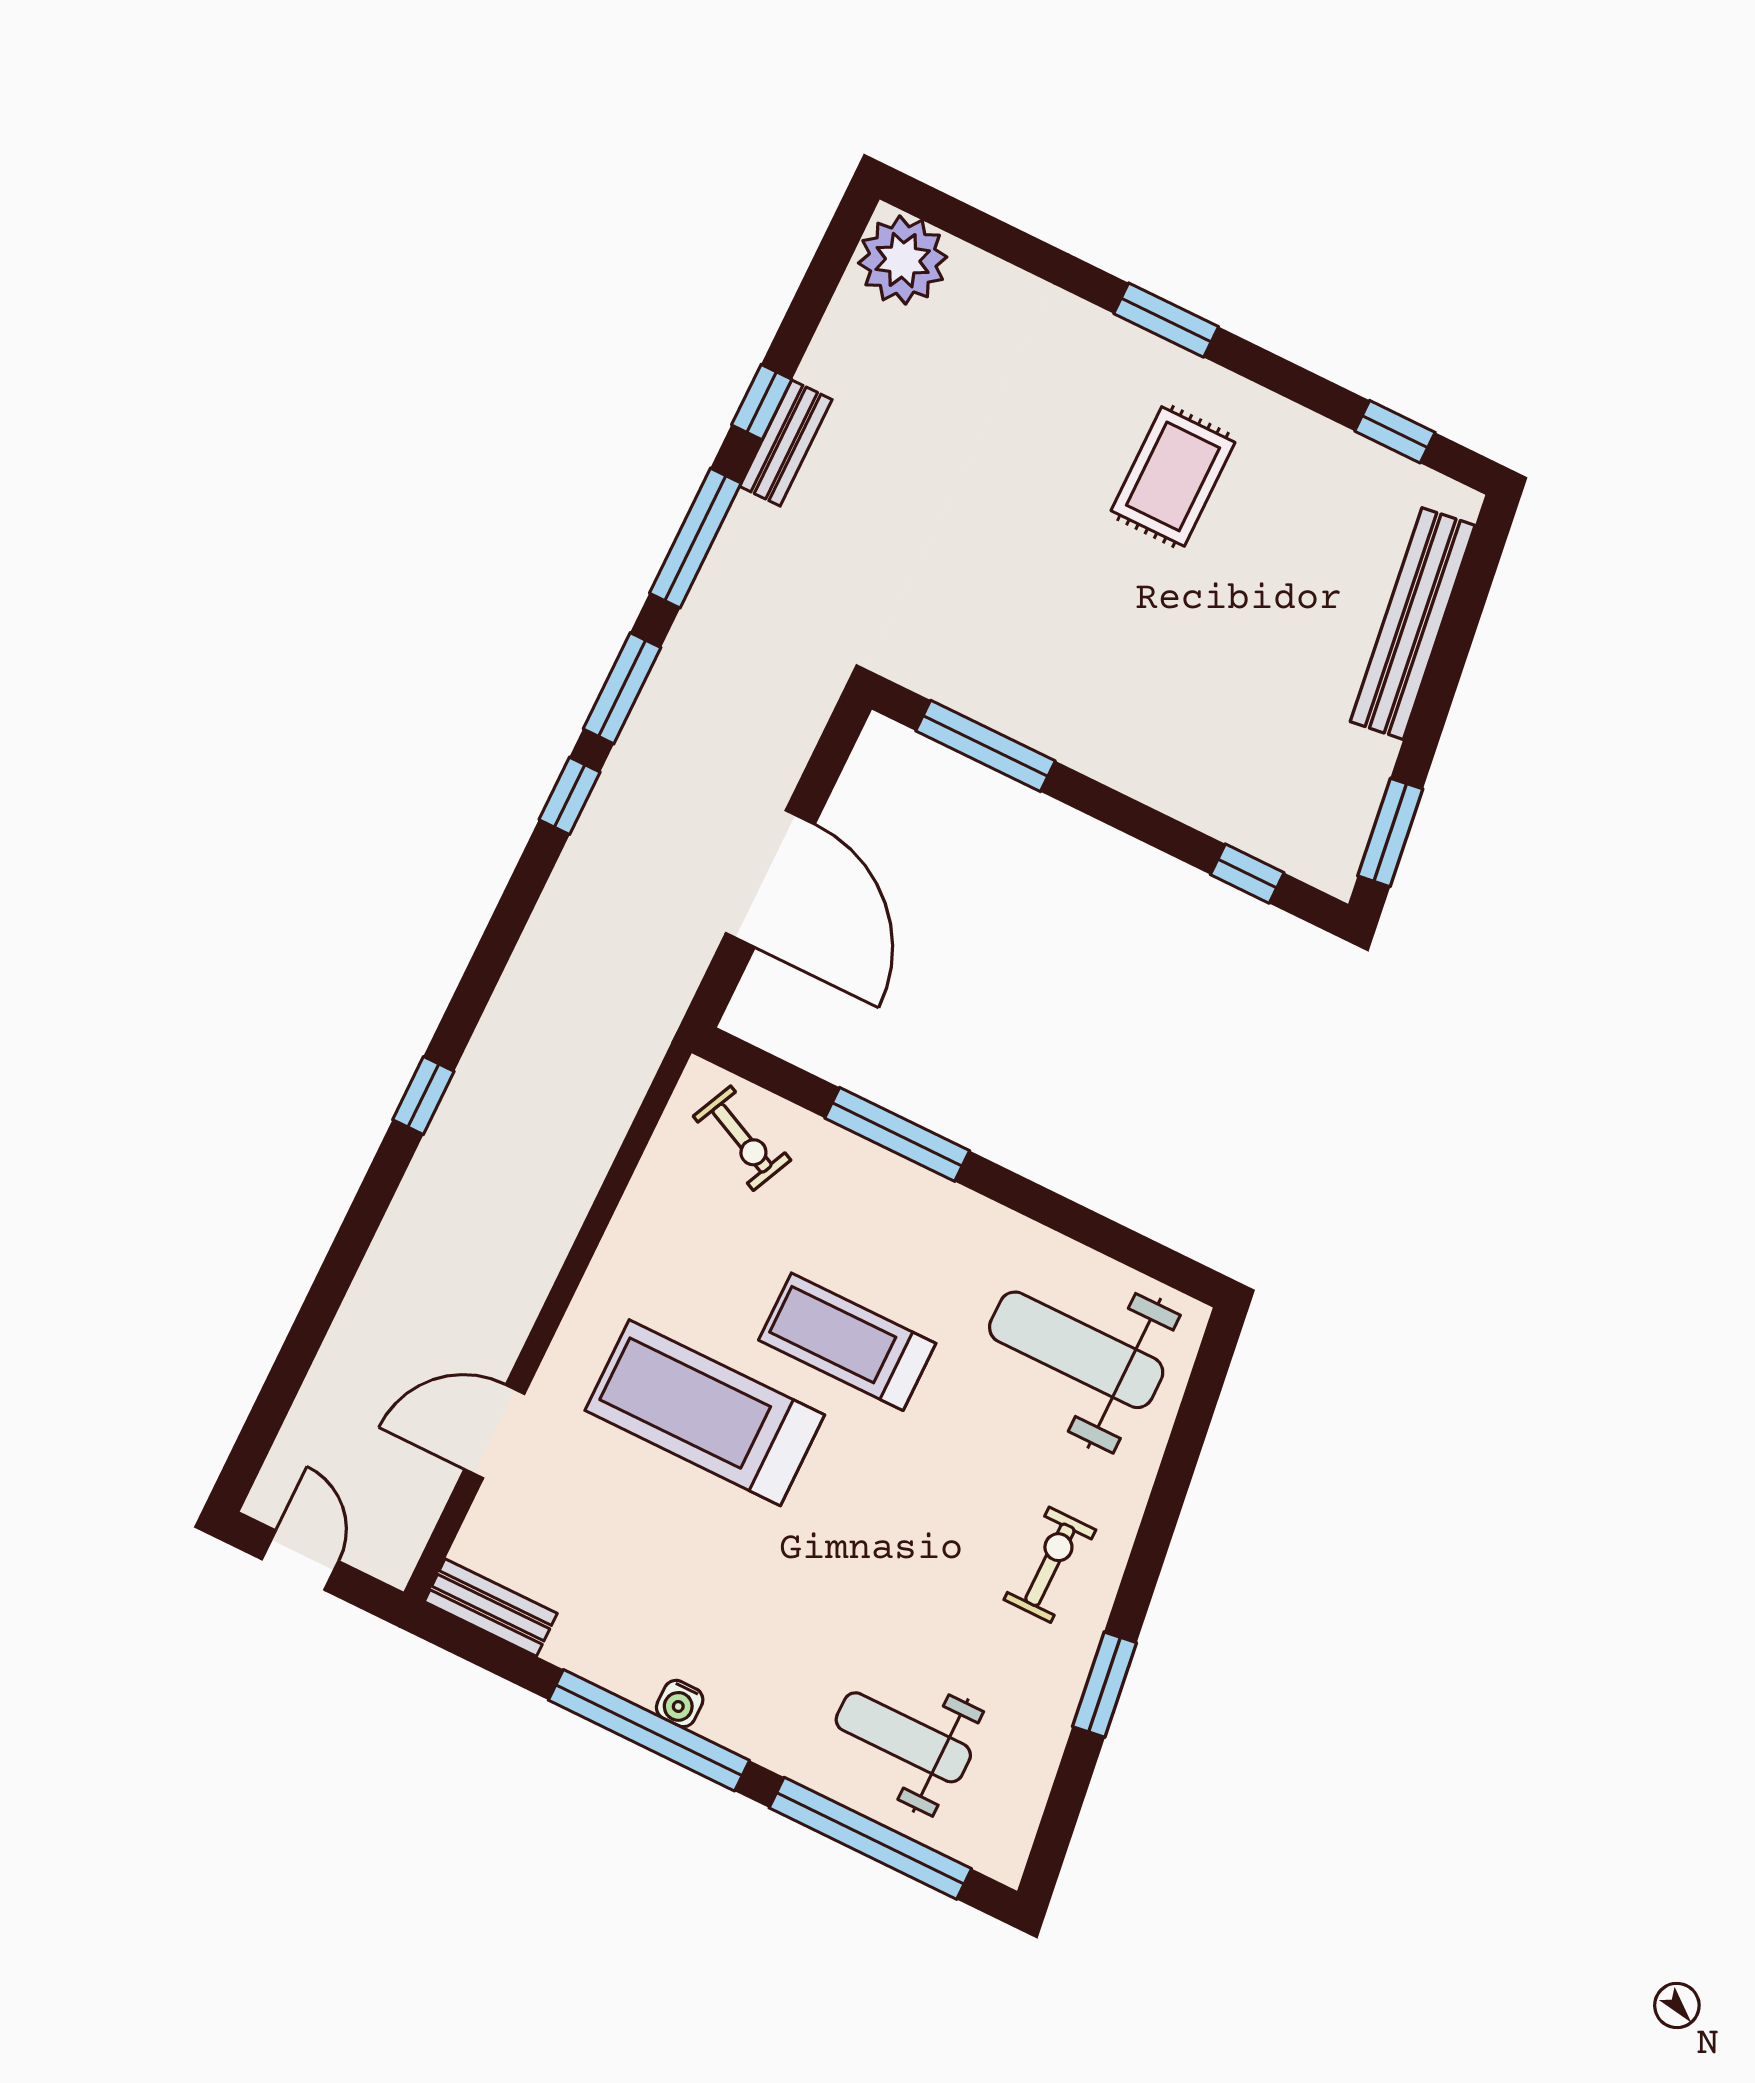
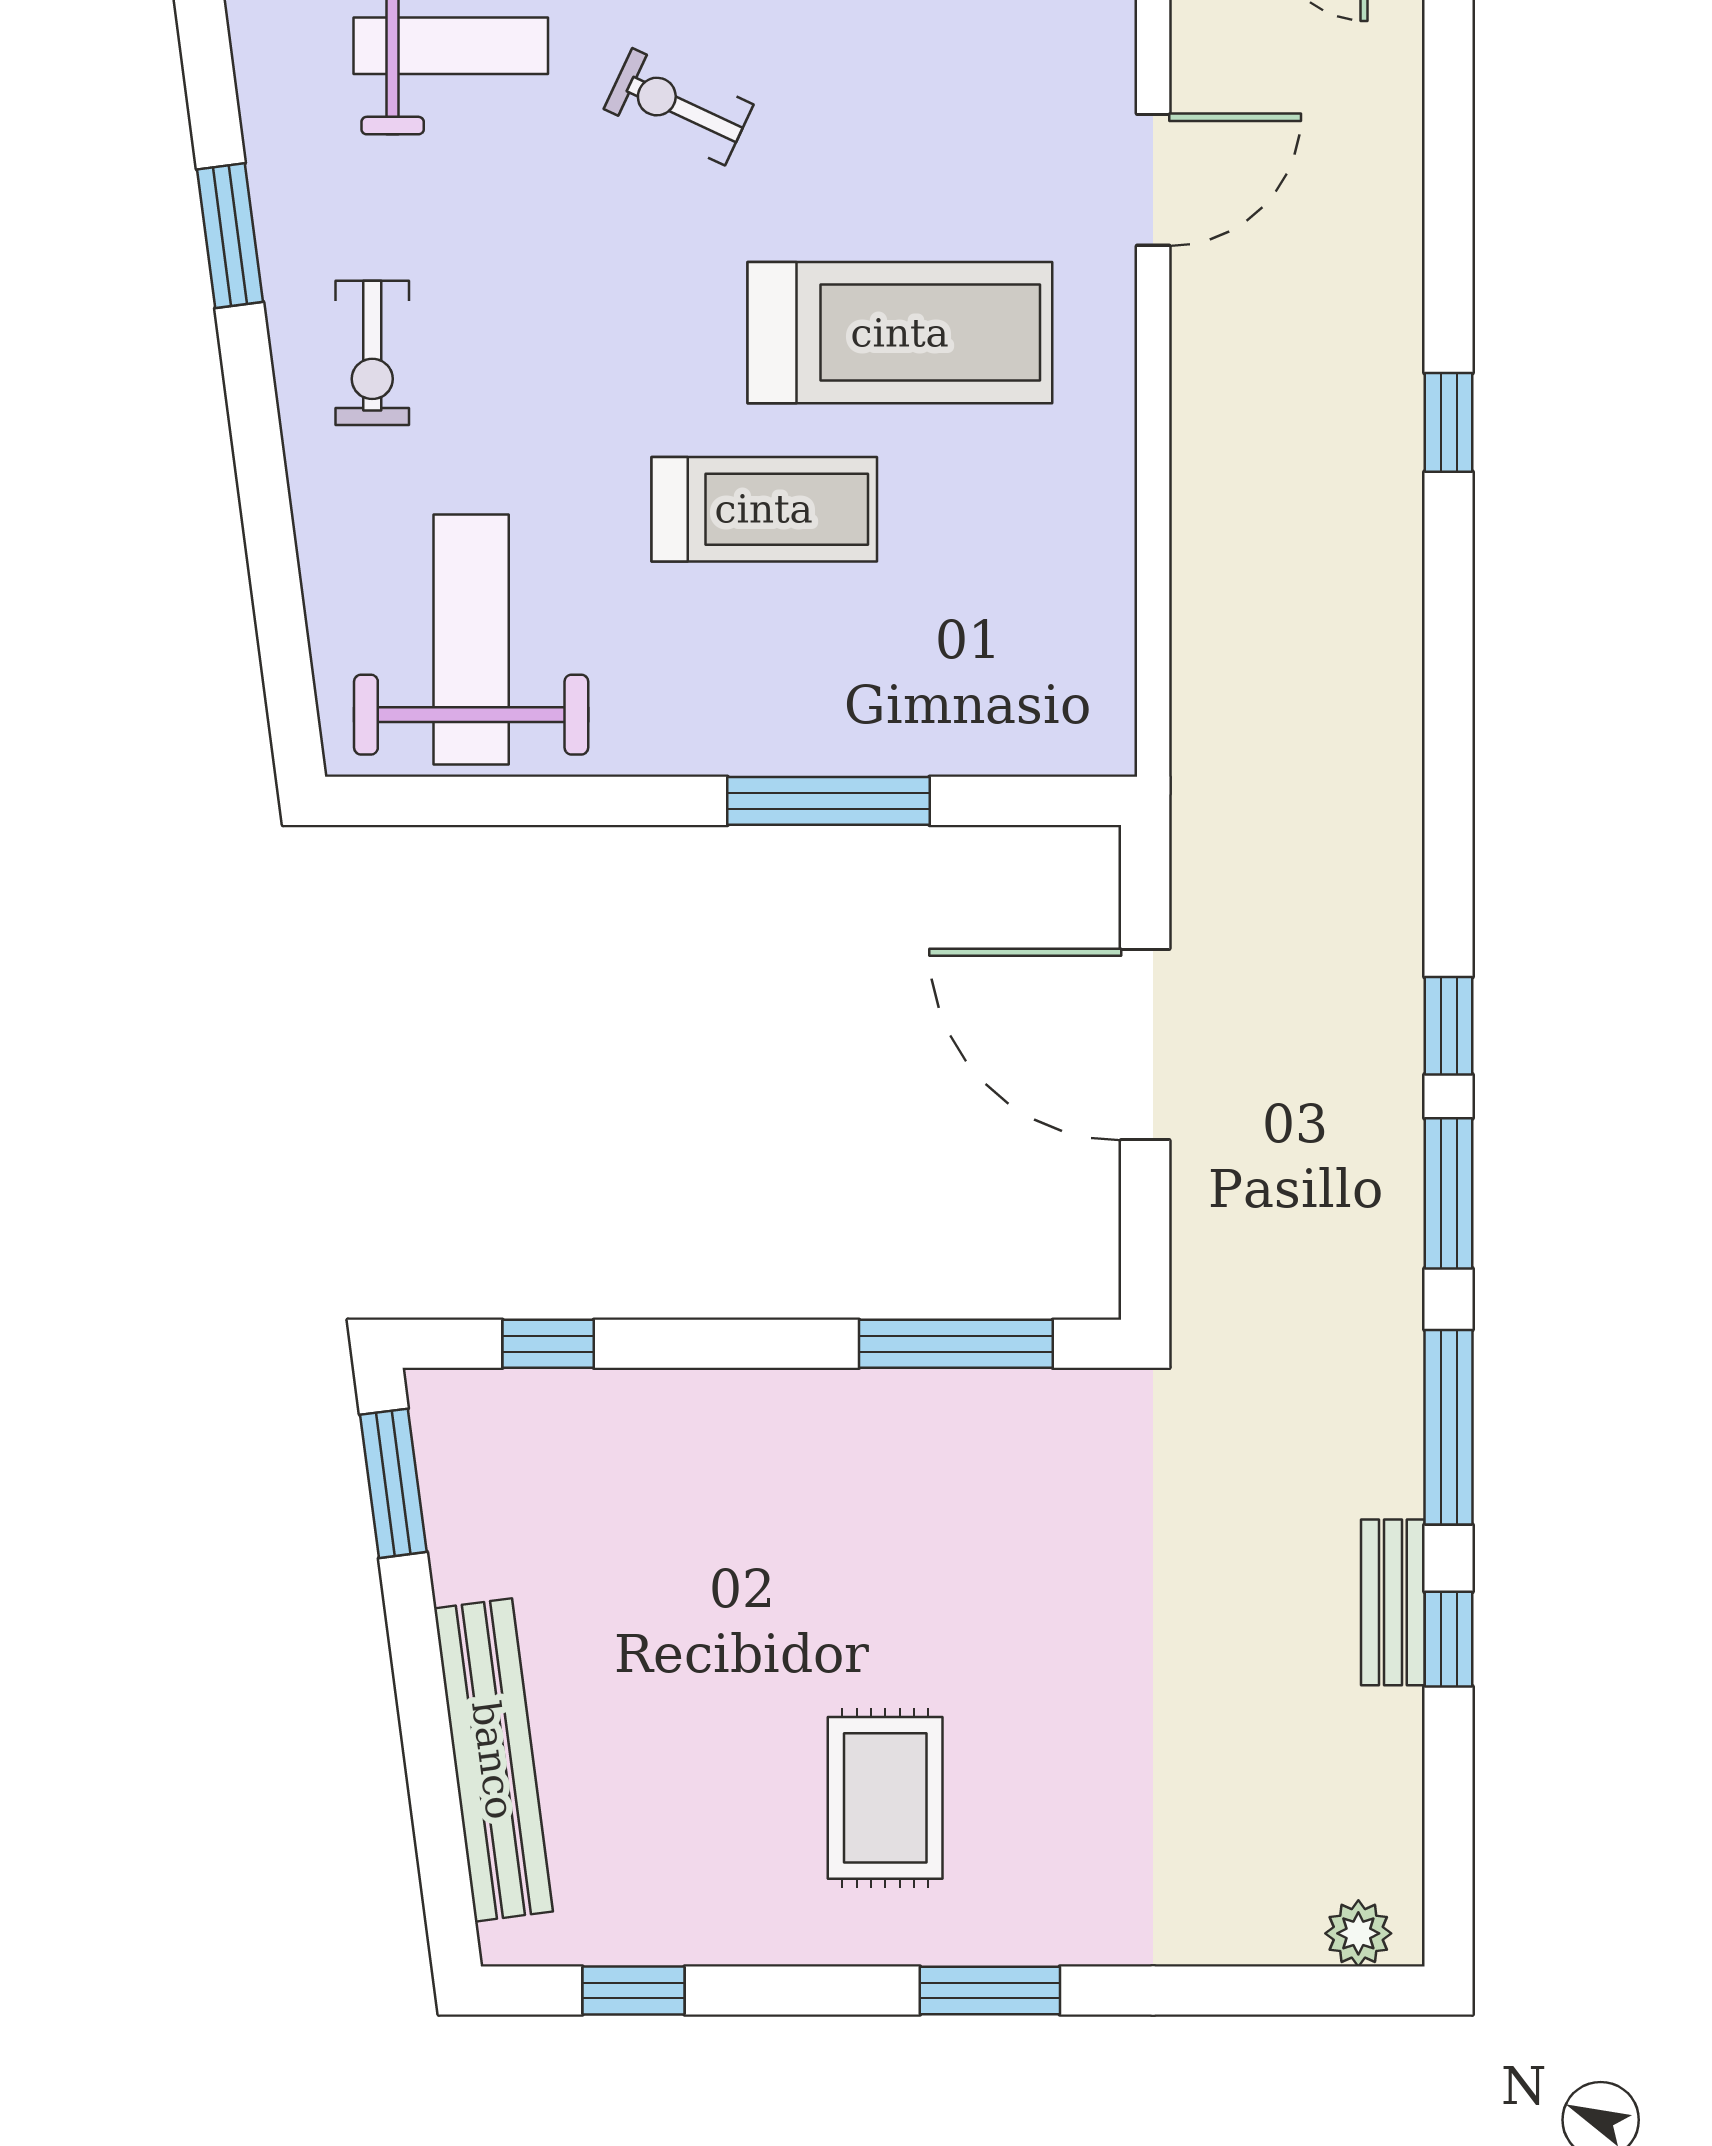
plant: (903, 260) -> (1358, 1933), width x0.53, depth x0.53
window: (423, 1096) -> (1449, 422), moved
exercise bike: (742, 1138) -> (679, 107), moved
weight bench: (1076, 1350) -> (471, 640), turned -90

